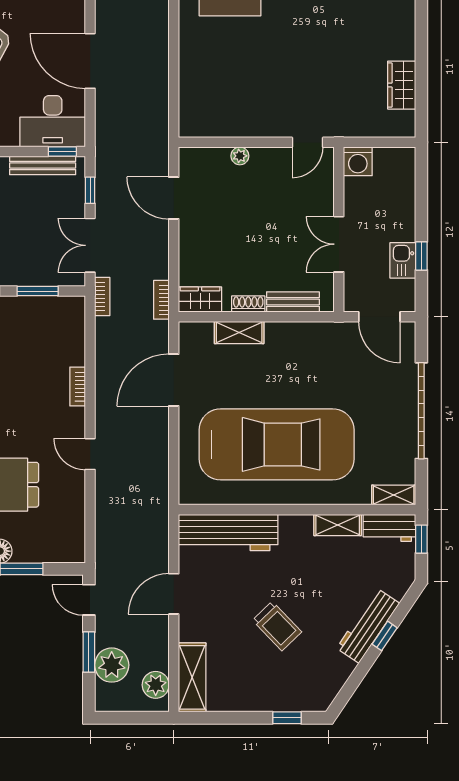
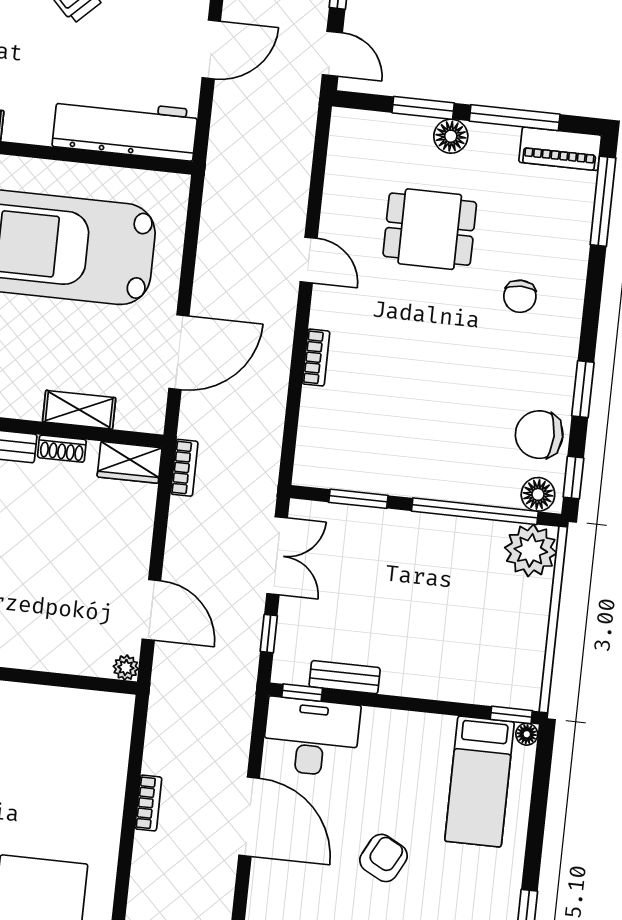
plant: (240, 156) -> (126, 668), moved
bench: (43, 165) -> (345, 677), width x0.73
bookcase: (102, 296) -> (148, 803), moved, turned 180

